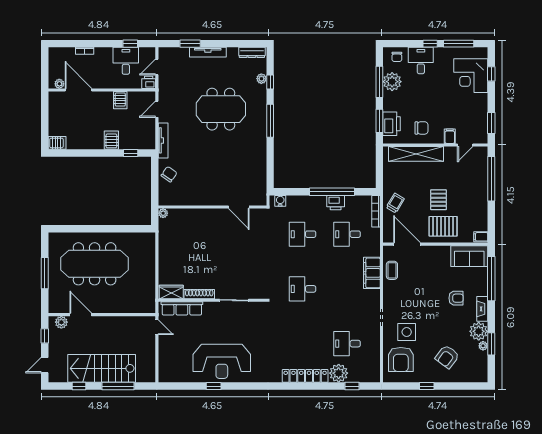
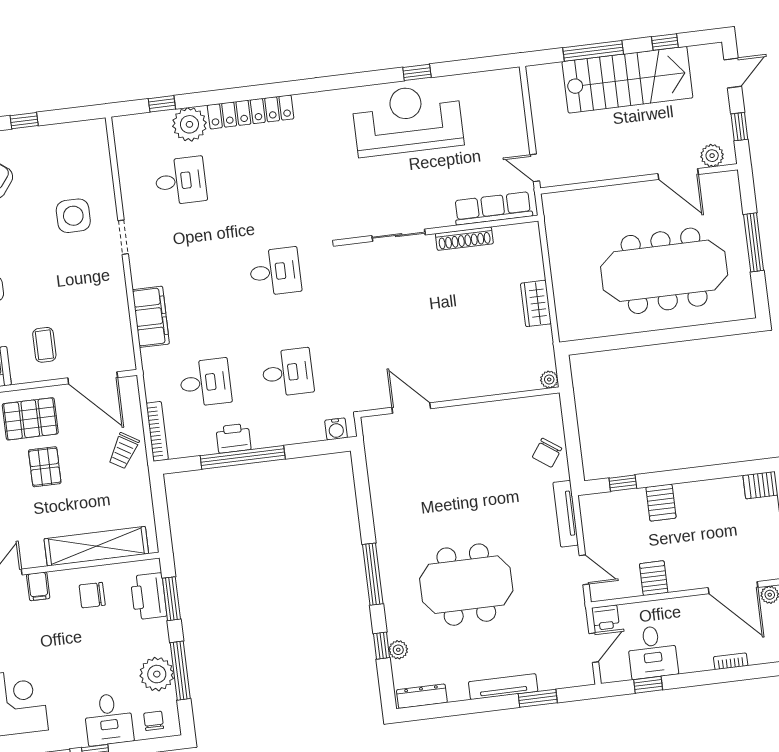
door: (157, 109) -> (584, 570), hinge flipped
coffee table: (392, 270) -> (44, 345), moved
wardrobe: (171, 292) -> (536, 303), moved, turned 90
armchair: (401, 359) -> (78, 164), removed

